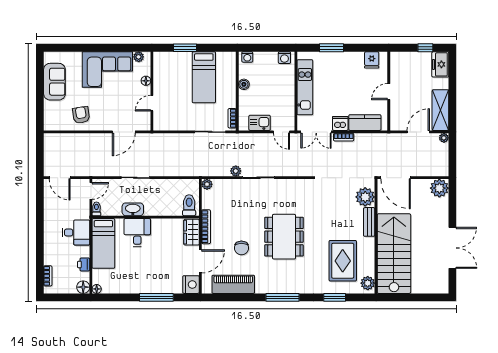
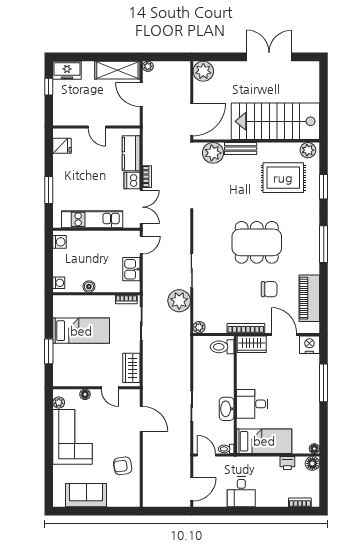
wardrobe: (170, 123) -> (131, 368), added
plant: (236, 171) -> (179, 301), width x1.87, depth x1.87
desk: (76, 232) -> (241, 492), moved, turned 180

